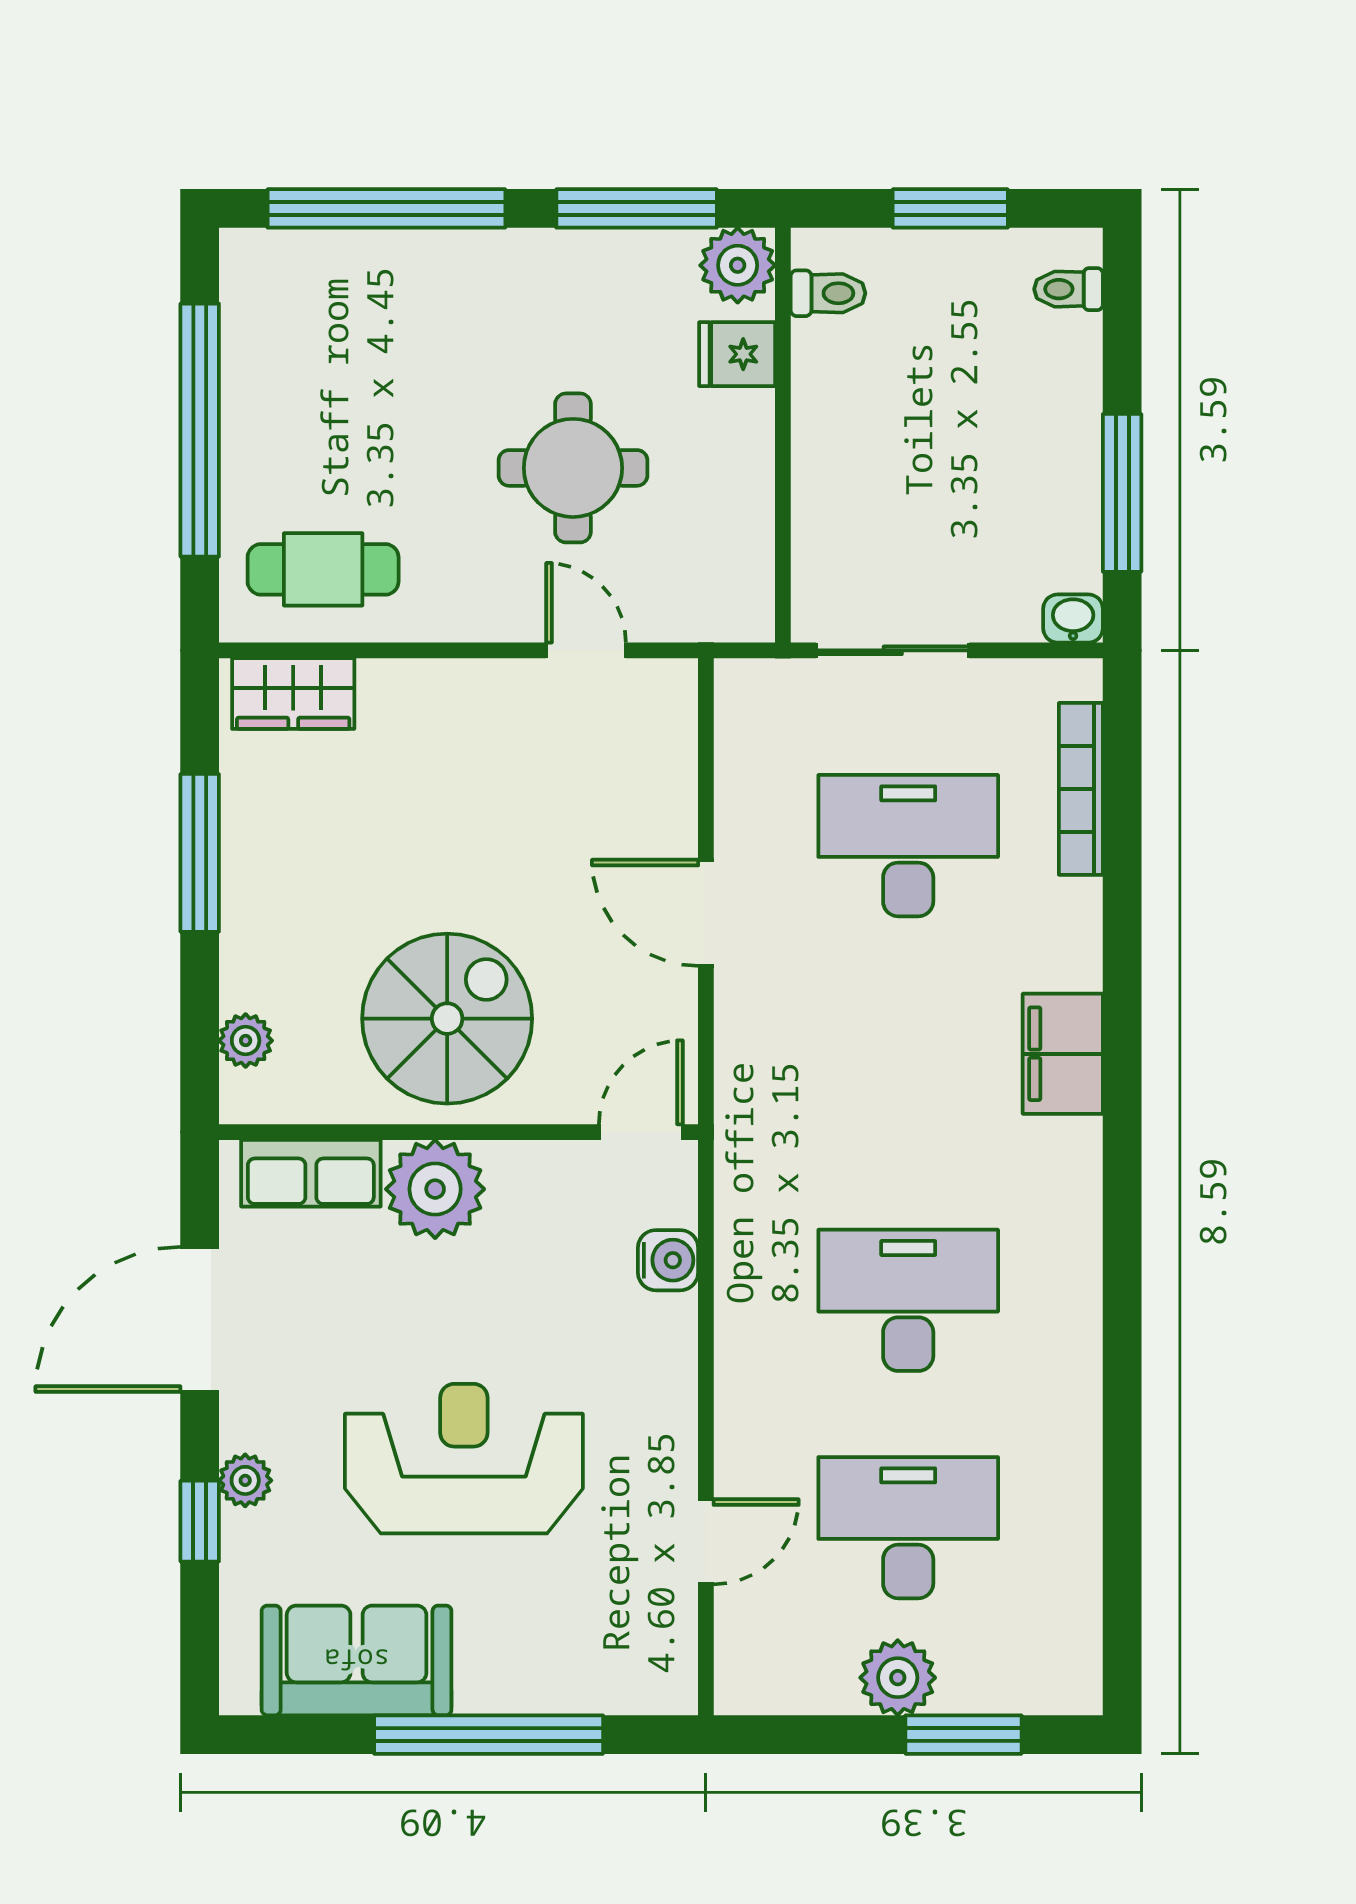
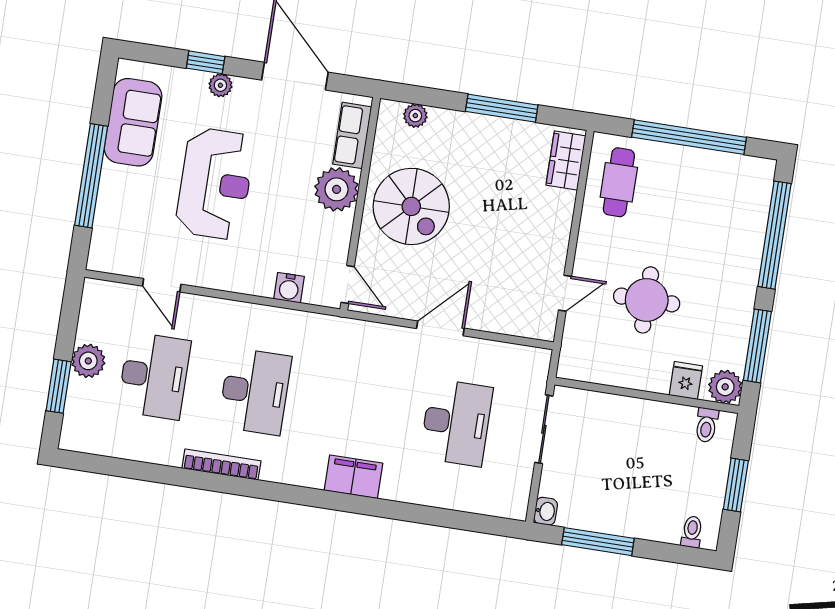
bookcase: (1081, 789) -> (221, 465), moved

